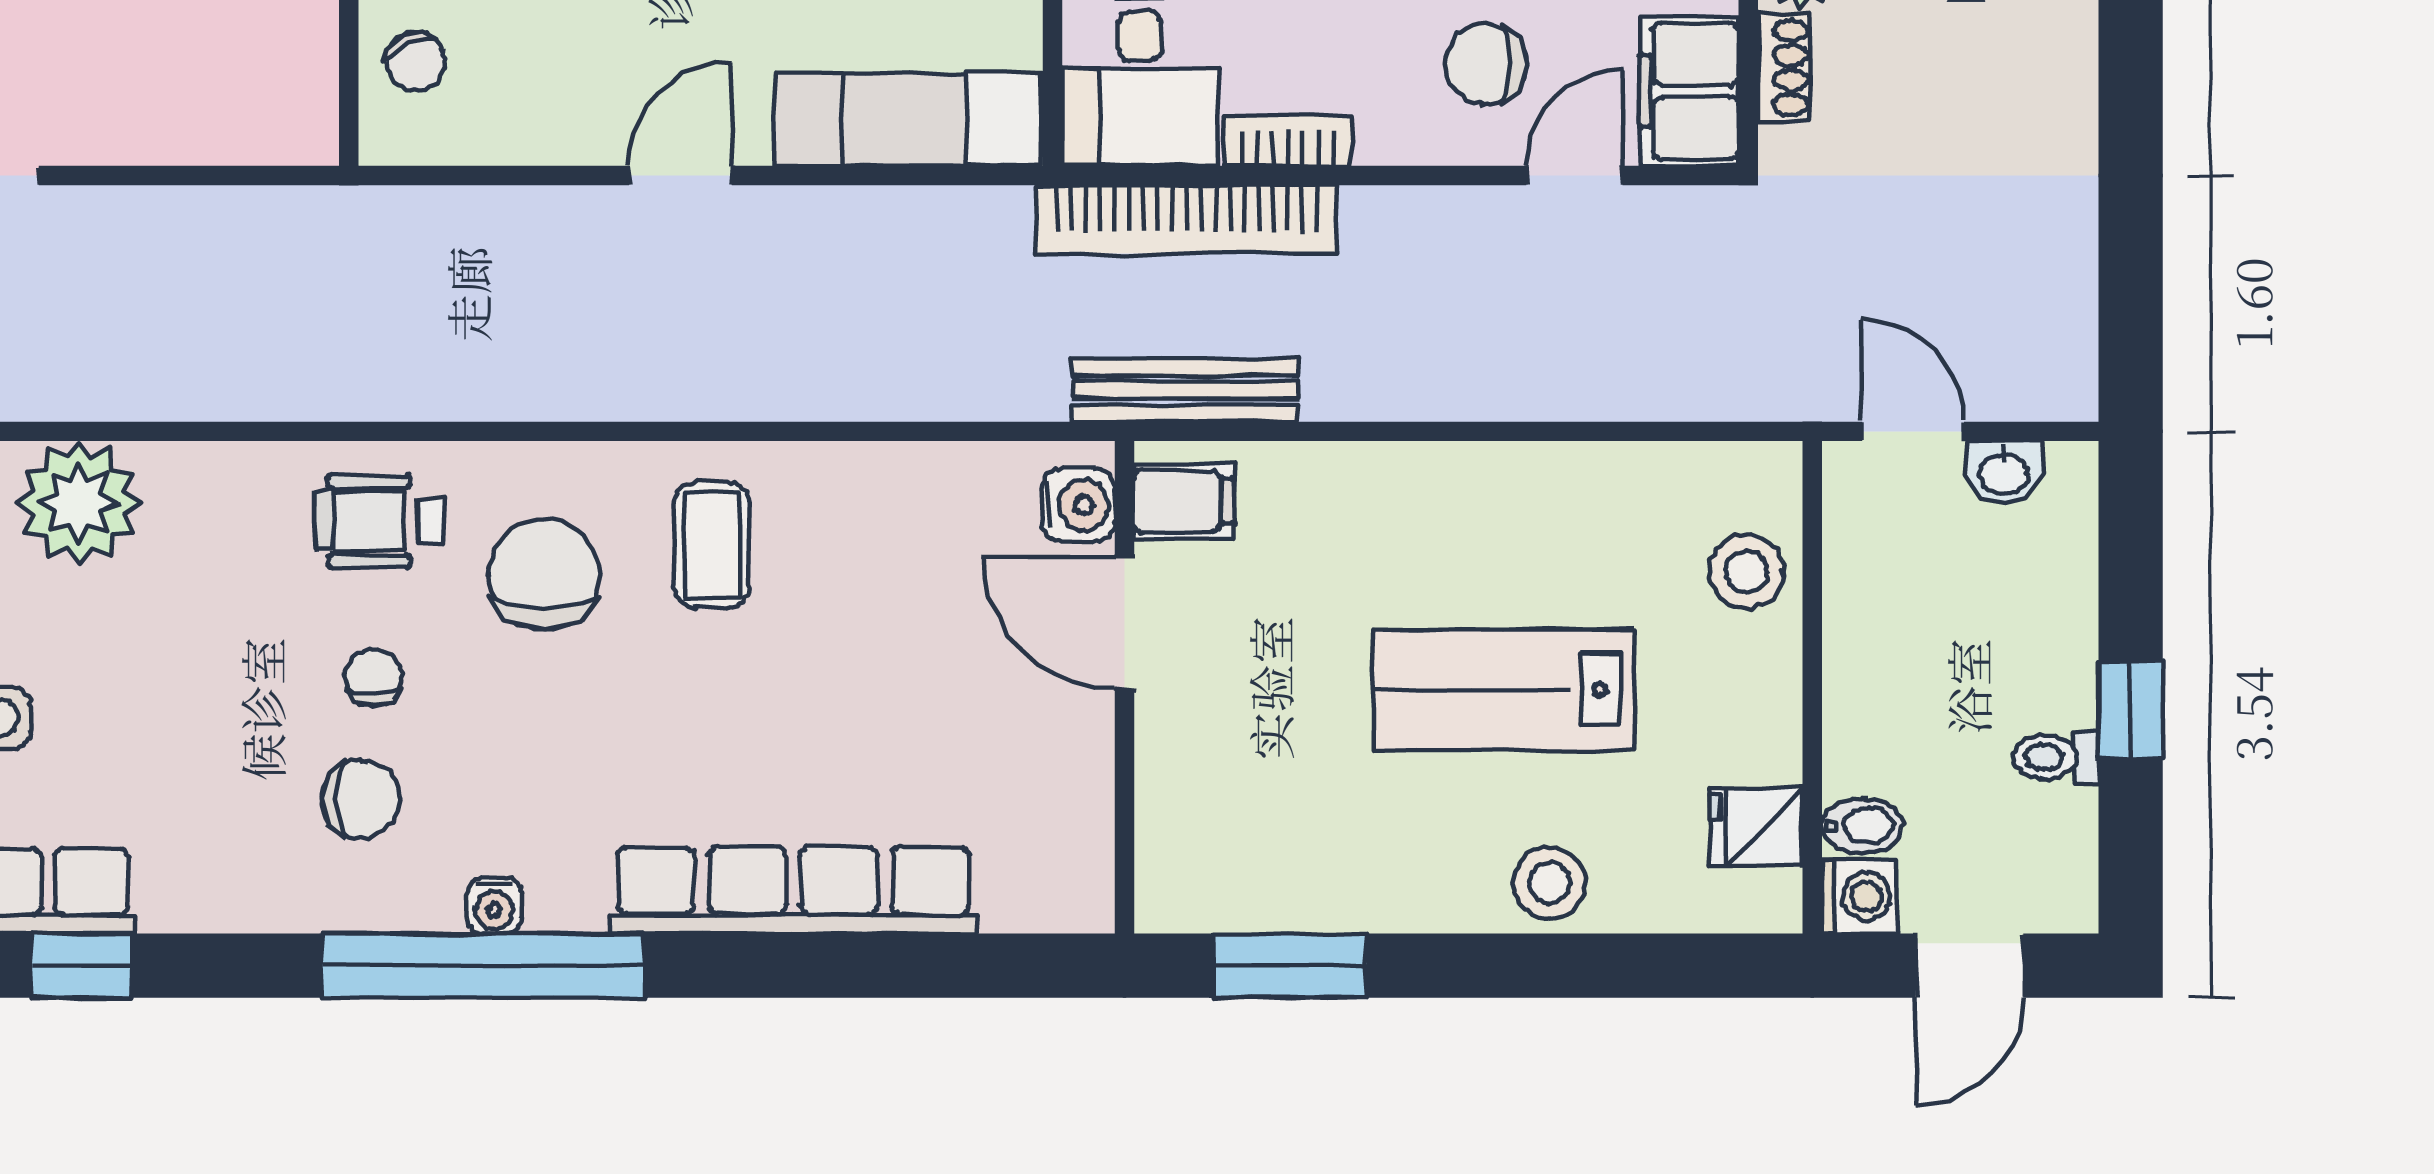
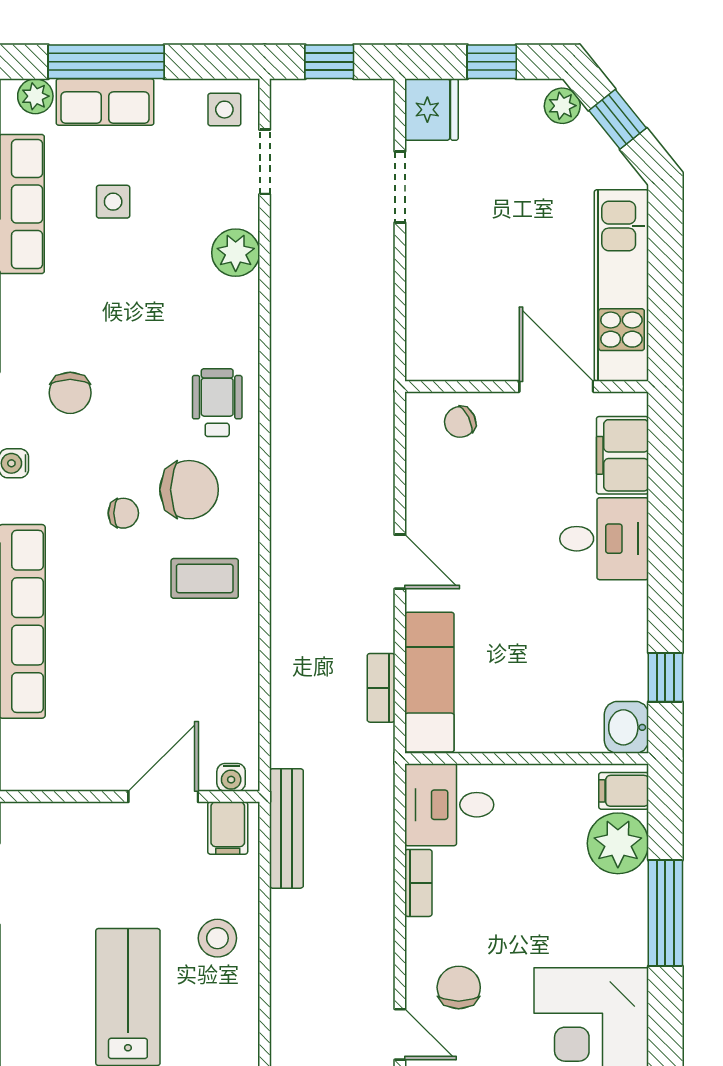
bookcase: (1187, 219) -> (381, 688), moved, width x0.43, depth x0.76
plant: (79, 502) -> (236, 253), width x0.73, depth x0.73
water cooler: (1078, 505) -> (231, 777), width x0.72, depth x0.72
chair: (373, 677) -> (123, 513), moved
stool: (1550, 883) -> (217, 938), moved

